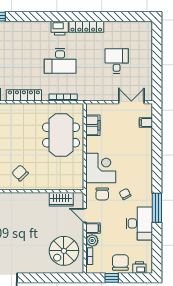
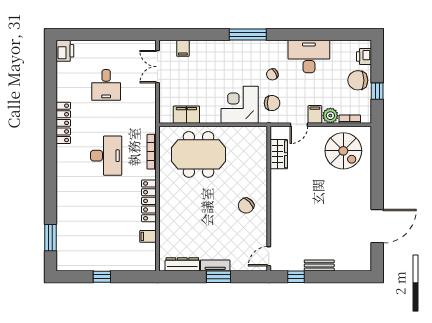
printer: (60, 28) -> (65, 51), moved
desk: (117, 61) -> (106, 85), turned -90
window: (157, 208) -> (248, 35), moved

